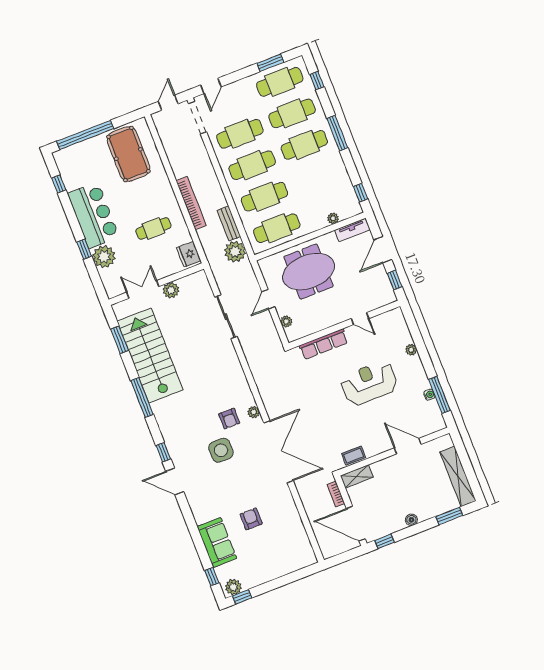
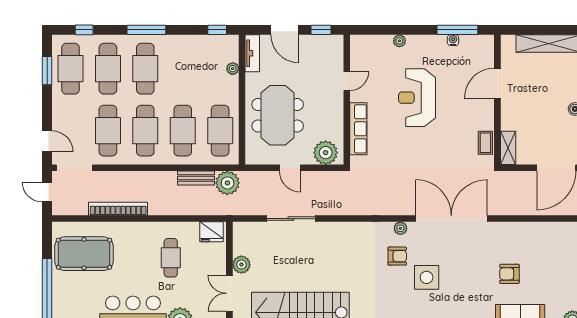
bookcase: (191, 203) -> (118, 209), moved
plant: (286, 321) -> (326, 153), width x1.87, depth x1.87
bookcase: (336, 494) -> (518, 176), removed

